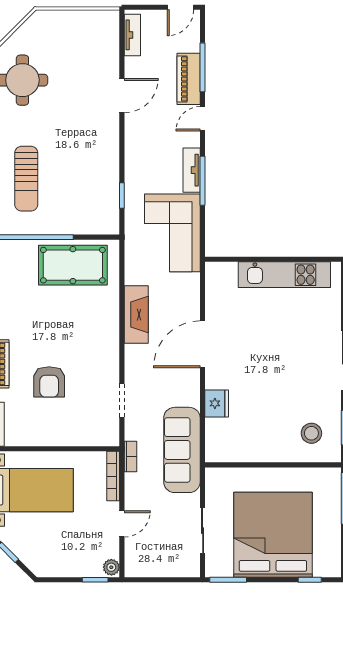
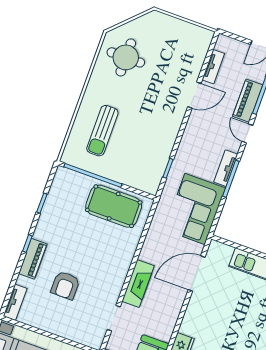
tv unit: (132, 35) -> (213, 67), moved
door: (203, 119) -> (247, 133), hinge flipped
fireplace: (136, 315) -> (138, 284), moved
door: (203, 344) -> (197, 273), moved

